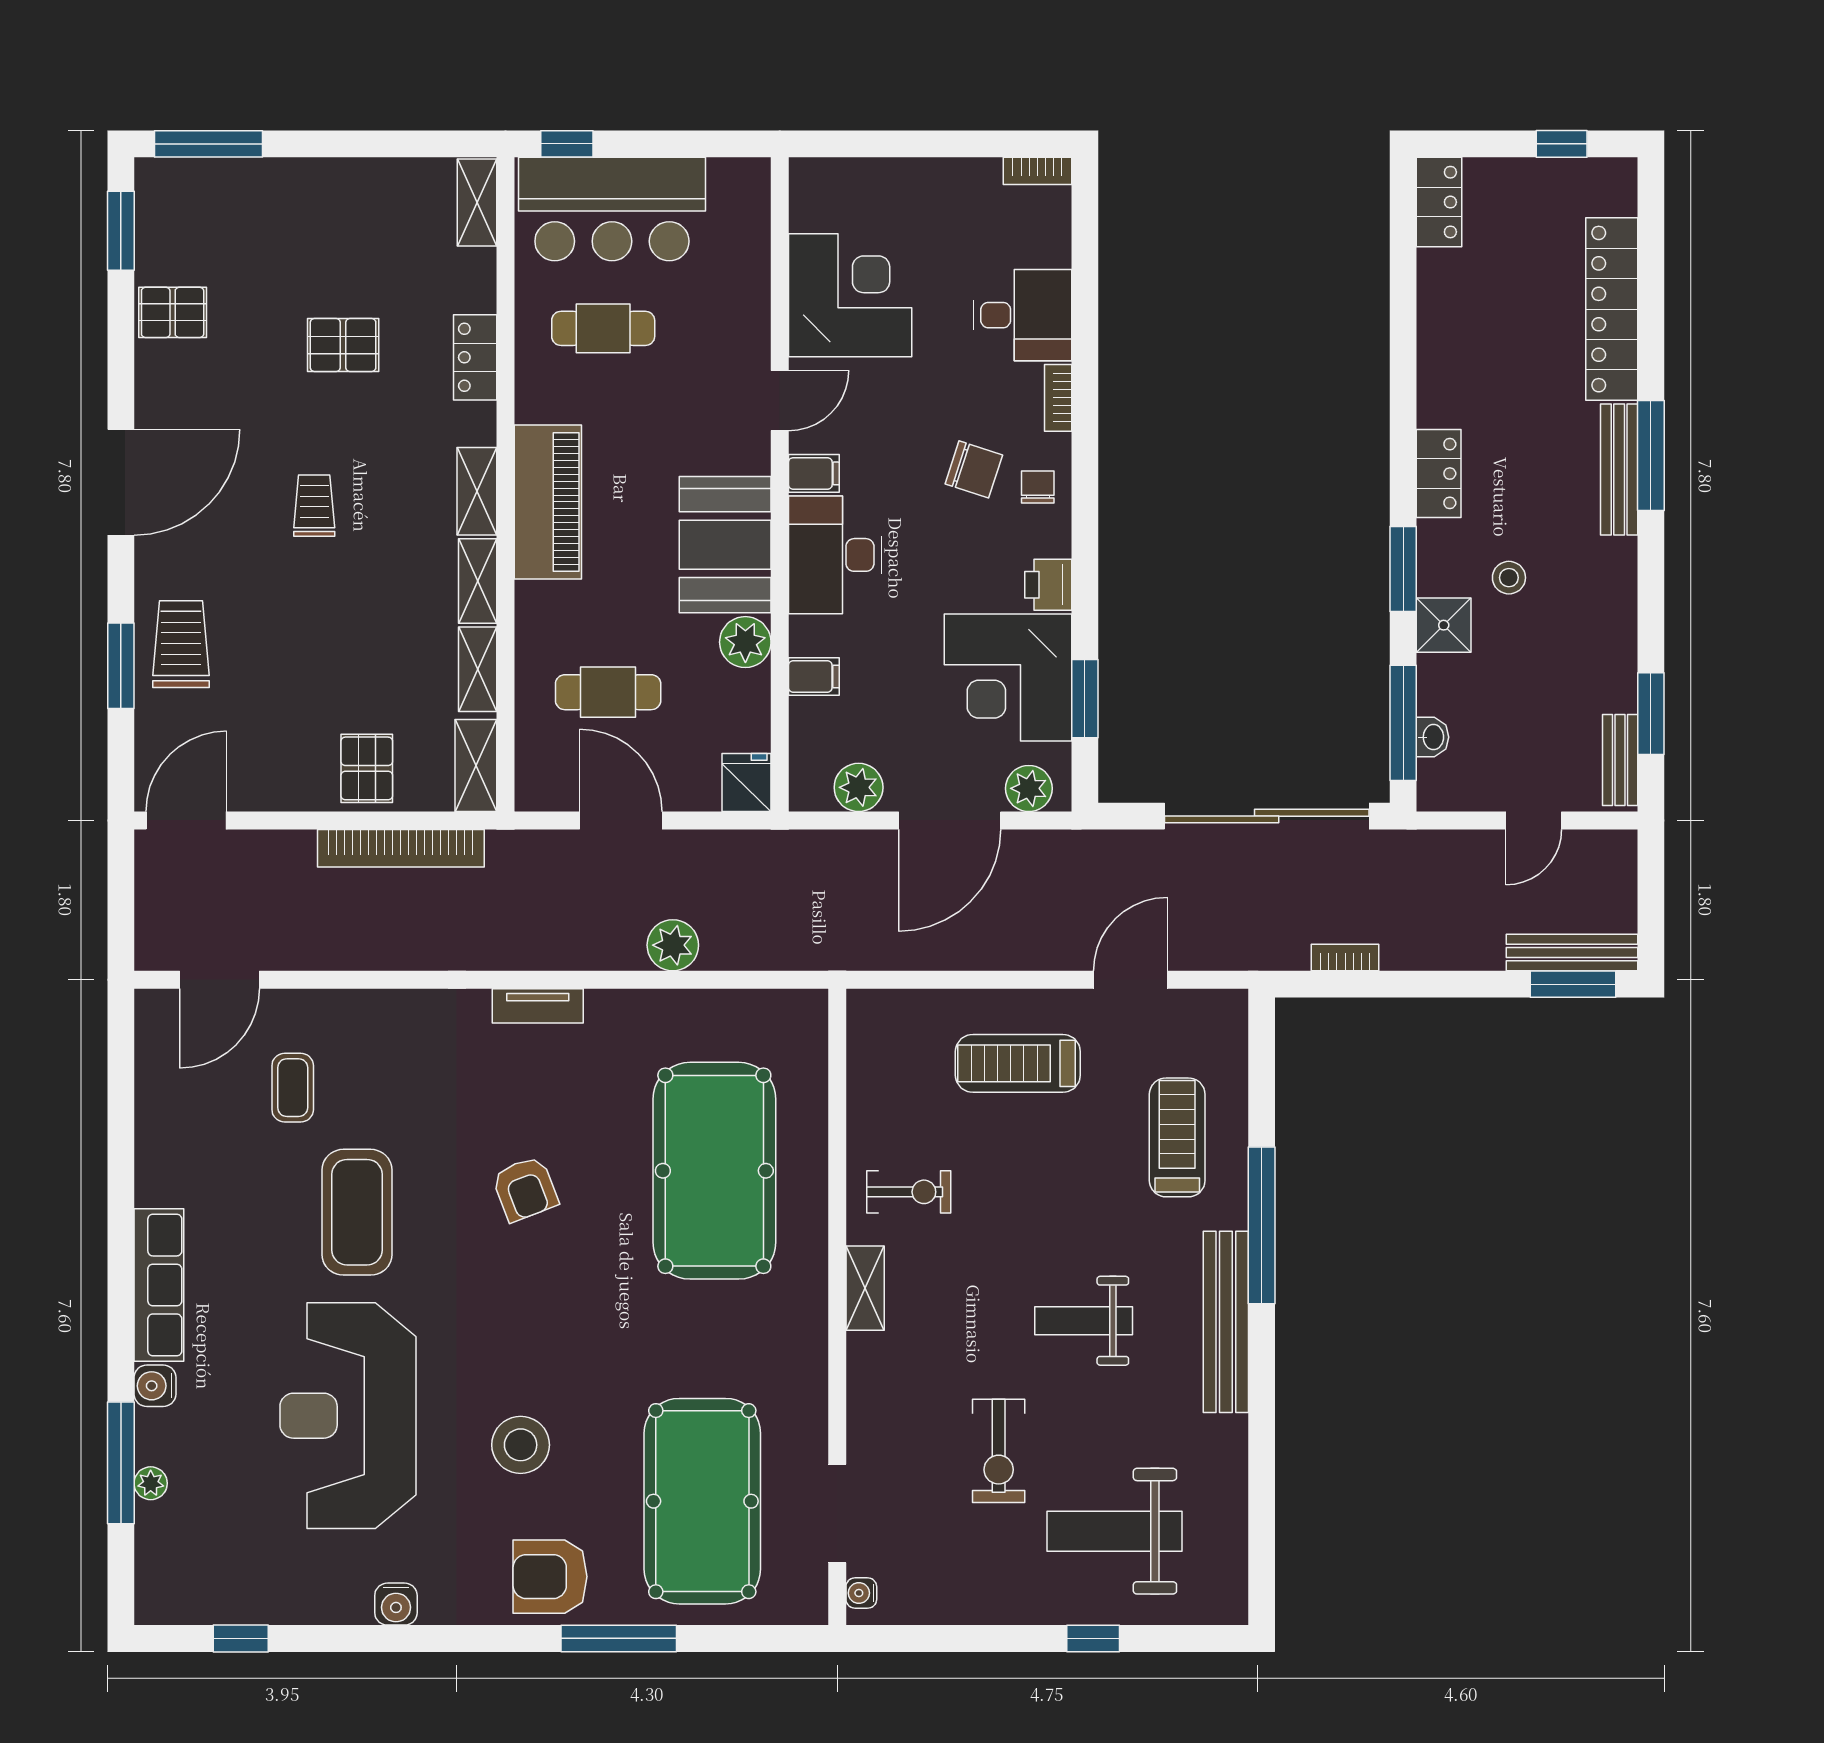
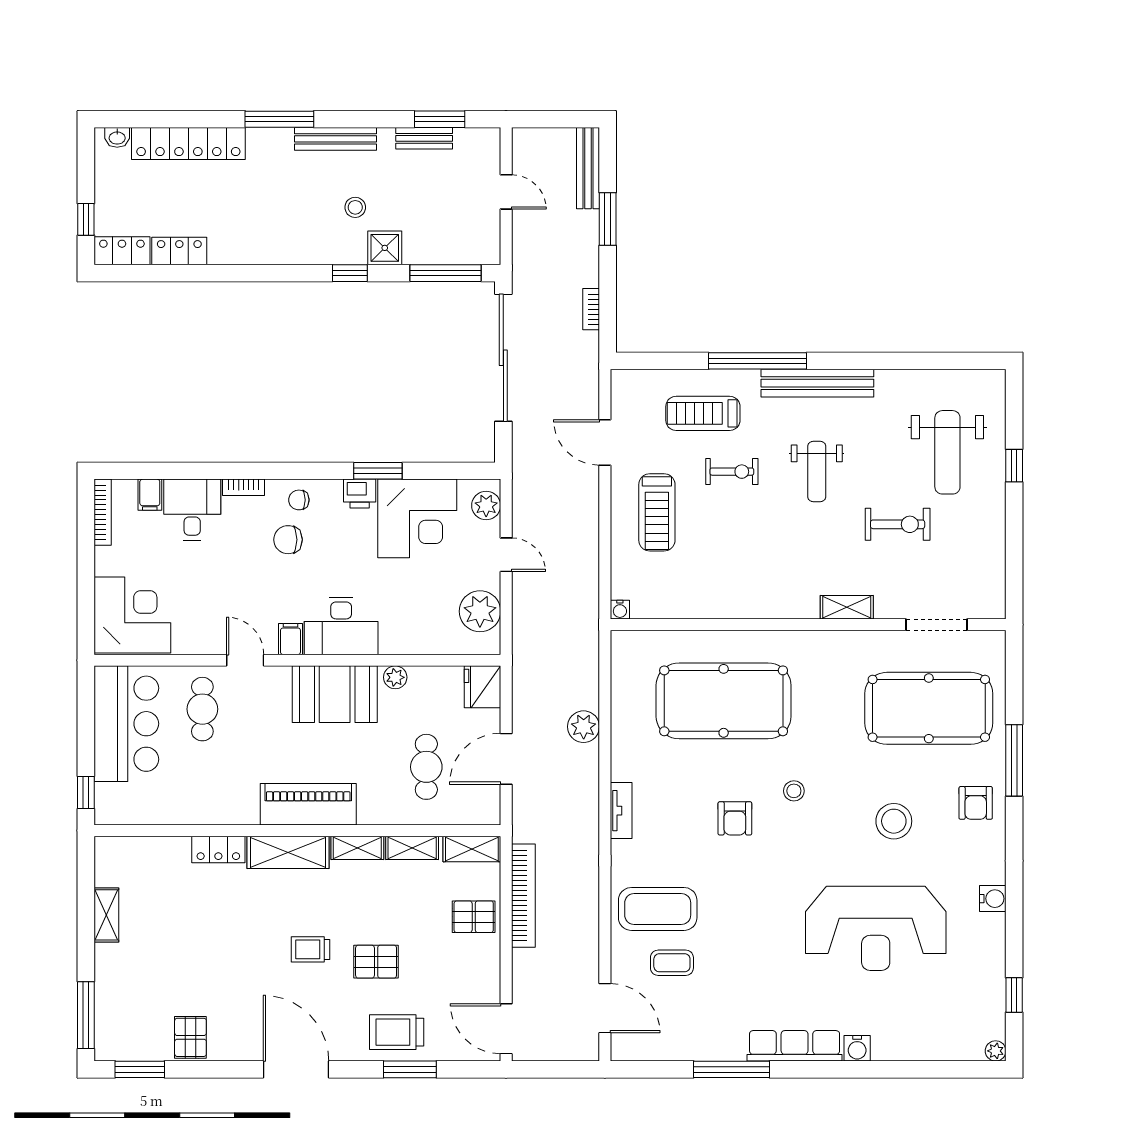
window: (1562, 144) -> (86, 219), moved
bookcase: (1037, 171) -> (103, 512), width x1.56
shelving: (477, 203) -> (106, 915), moved, turned 90
bar counter: (612, 209) -> (126, 724), moved
corner desk: (850, 295) -> (132, 615), moved, turned 90
cafe table: (603, 328) -> (202, 709), moved
pallet: (343, 345) -> (376, 962), moved, turned 90
chair: (974, 469) -> (288, 540), turned -108
bench: (1619, 470) -> (336, 139), moved
locker: (1439, 474) -> (179, 251), moved
shelving: (477, 491) -> (288, 852), width x1.50, depth x1.33
window: (1403, 569) -> (350, 273), width x0.67
plant: (745, 642) -> (395, 677), width x0.73, depth x0.73
filing cabinet: (814, 677) -> (150, 495), moved, turned 180
window: (1085, 699) -> (378, 471), moved
washbasin: (1432, 737) -> (117, 137), moved, turned 180
bench: (1620, 760) -> (424, 138), moved
fridge: (746, 783) -> (482, 687), width x1.38
plant: (859, 787) -> (480, 611), width x1.36, depth x1.36
door: (950, 820) -> (506, 555), width x0.53
window: (1573, 984) -> (608, 219), moved
armchair: (525, 1189) -> (735, 818), turned 111
exercise bike: (909, 1192) -> (732, 472), moved, turned 90
coffee table: (357, 1212) -> (658, 909), moved
stool: (569, 1284) -> (794, 791), added
shelving: (865, 1288) -> (847, 607), moved
window: (121, 1463) -> (731, 1069), moved
plant: (151, 1483) -> (996, 1051), moved
armchair: (550, 1577) -> (976, 803), width x0.72, depth x0.72
water cooler: (861, 1593) -> (620, 610), moved

